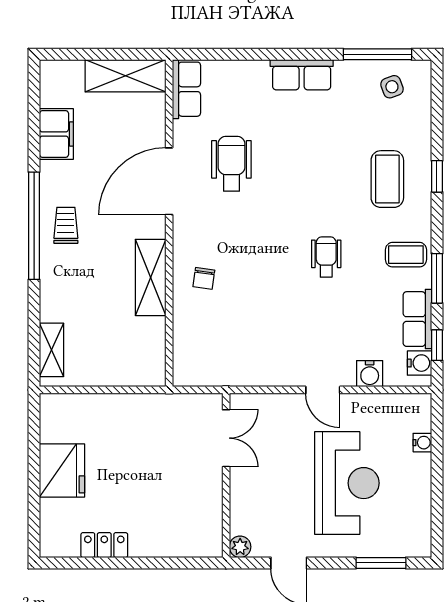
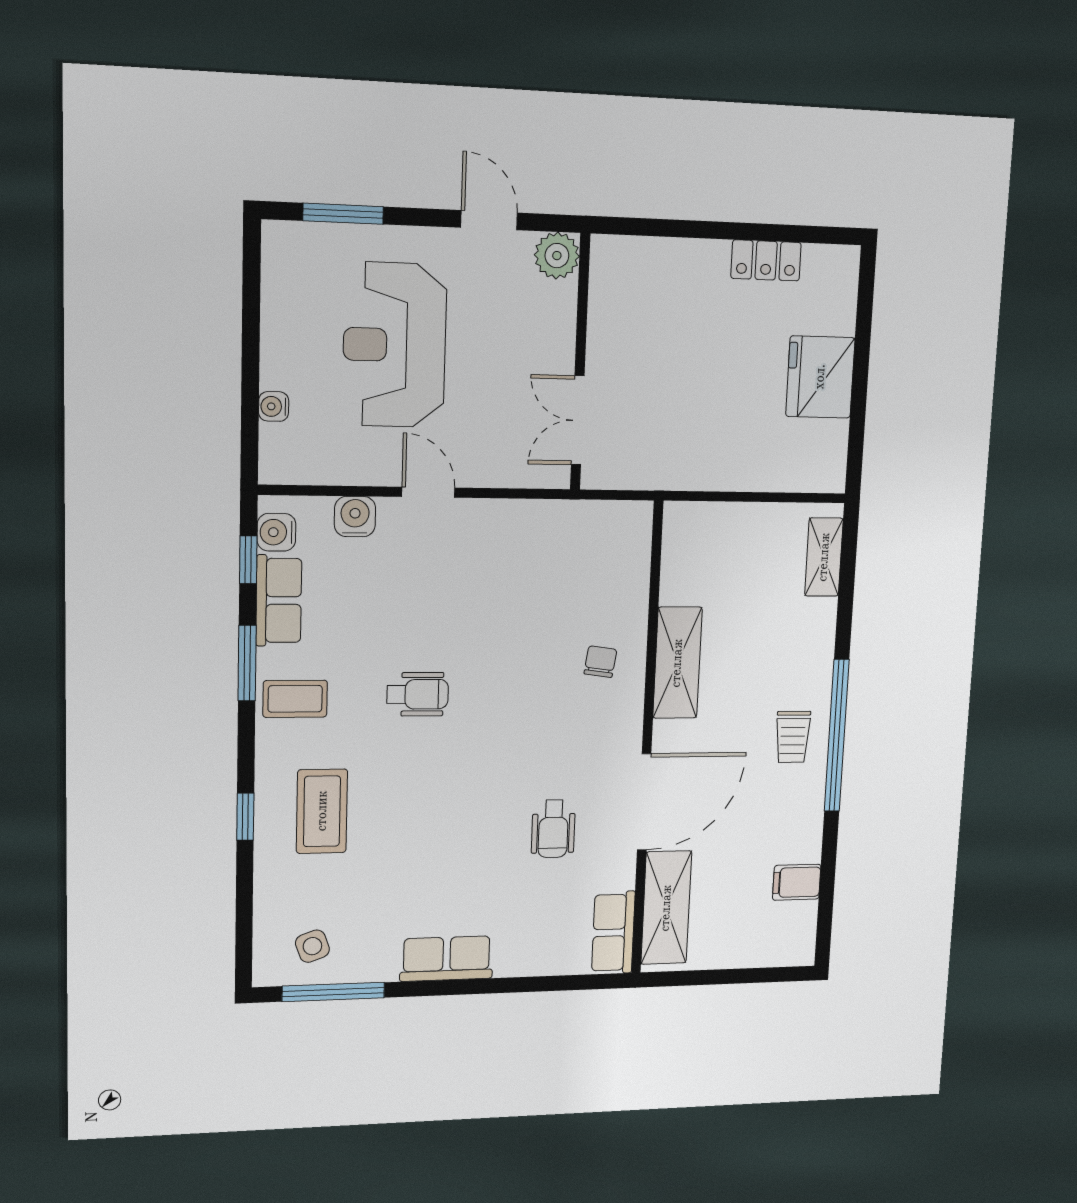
shelving: (125, 76) -> (666, 908), moved, turned 90
filing cabinet: (56, 134) -> (797, 882), width x0.50
wheelchair: (231, 164) -> (553, 829), width x0.73, depth x0.73
wheelchair: (326, 257) -> (418, 694), turned -90
plant: (240, 547) -> (557, 256), width x1.38, depth x1.38

